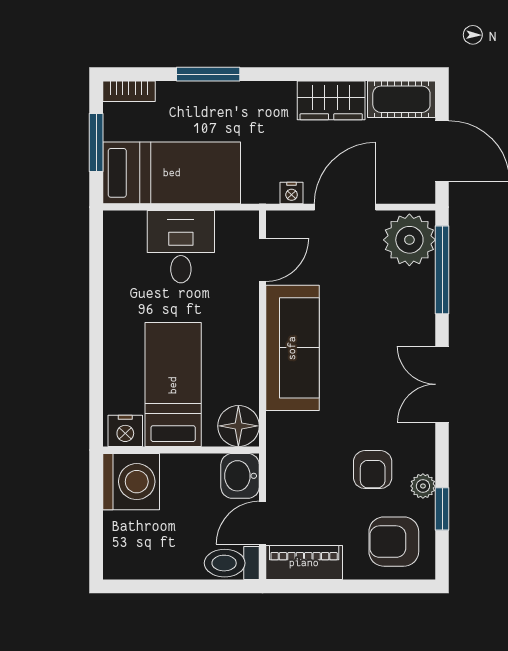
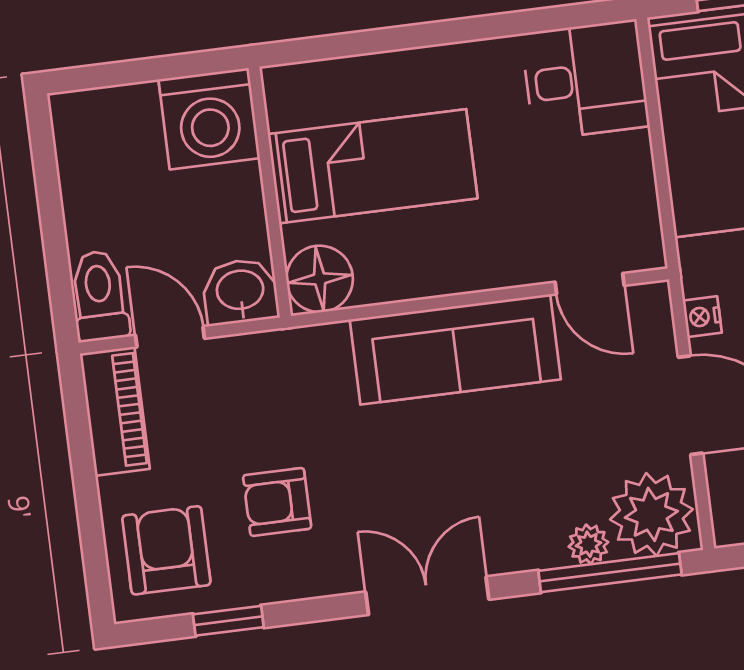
desk: (181, 247) -> (585, 80), moved
nightstand: (125, 431) -> (289, 99), removed
plant: (423, 486) -> (588, 544), moved

